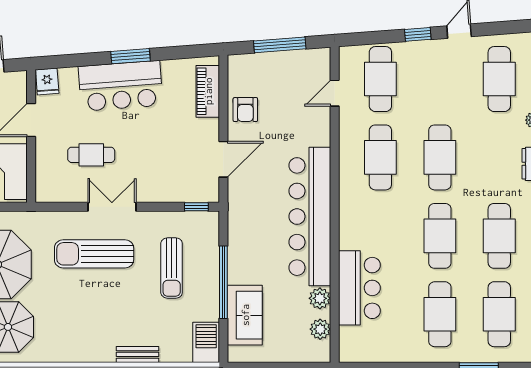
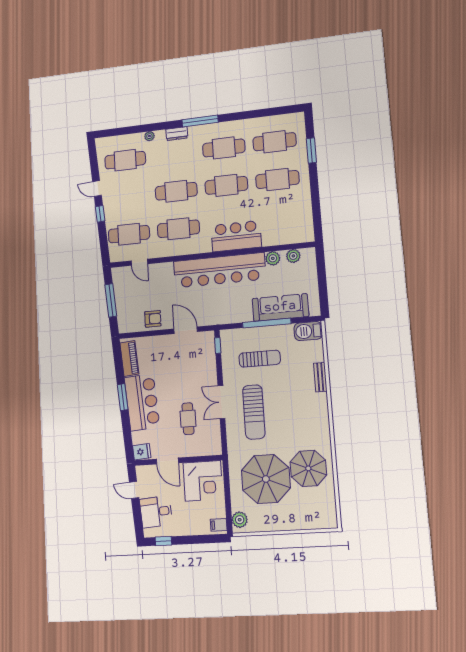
piano: (208, 91) -> (129, 358), moved, turned -94
bar counter: (359, 288) -> (236, 236), moved
sofa: (245, 315) -> (280, 307), width x1.36

